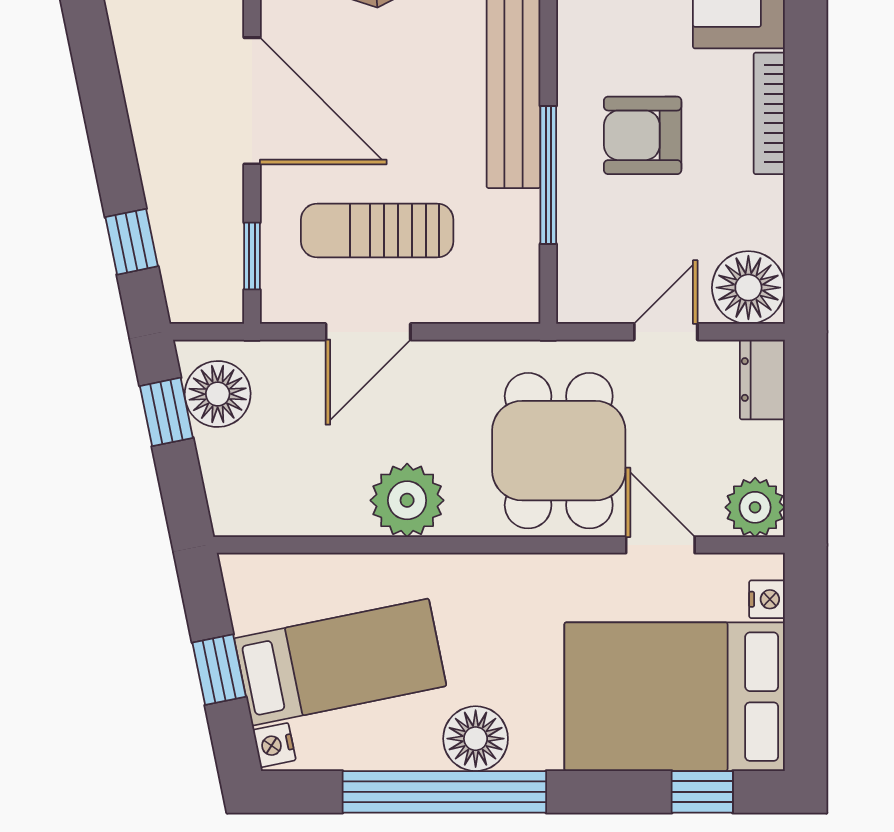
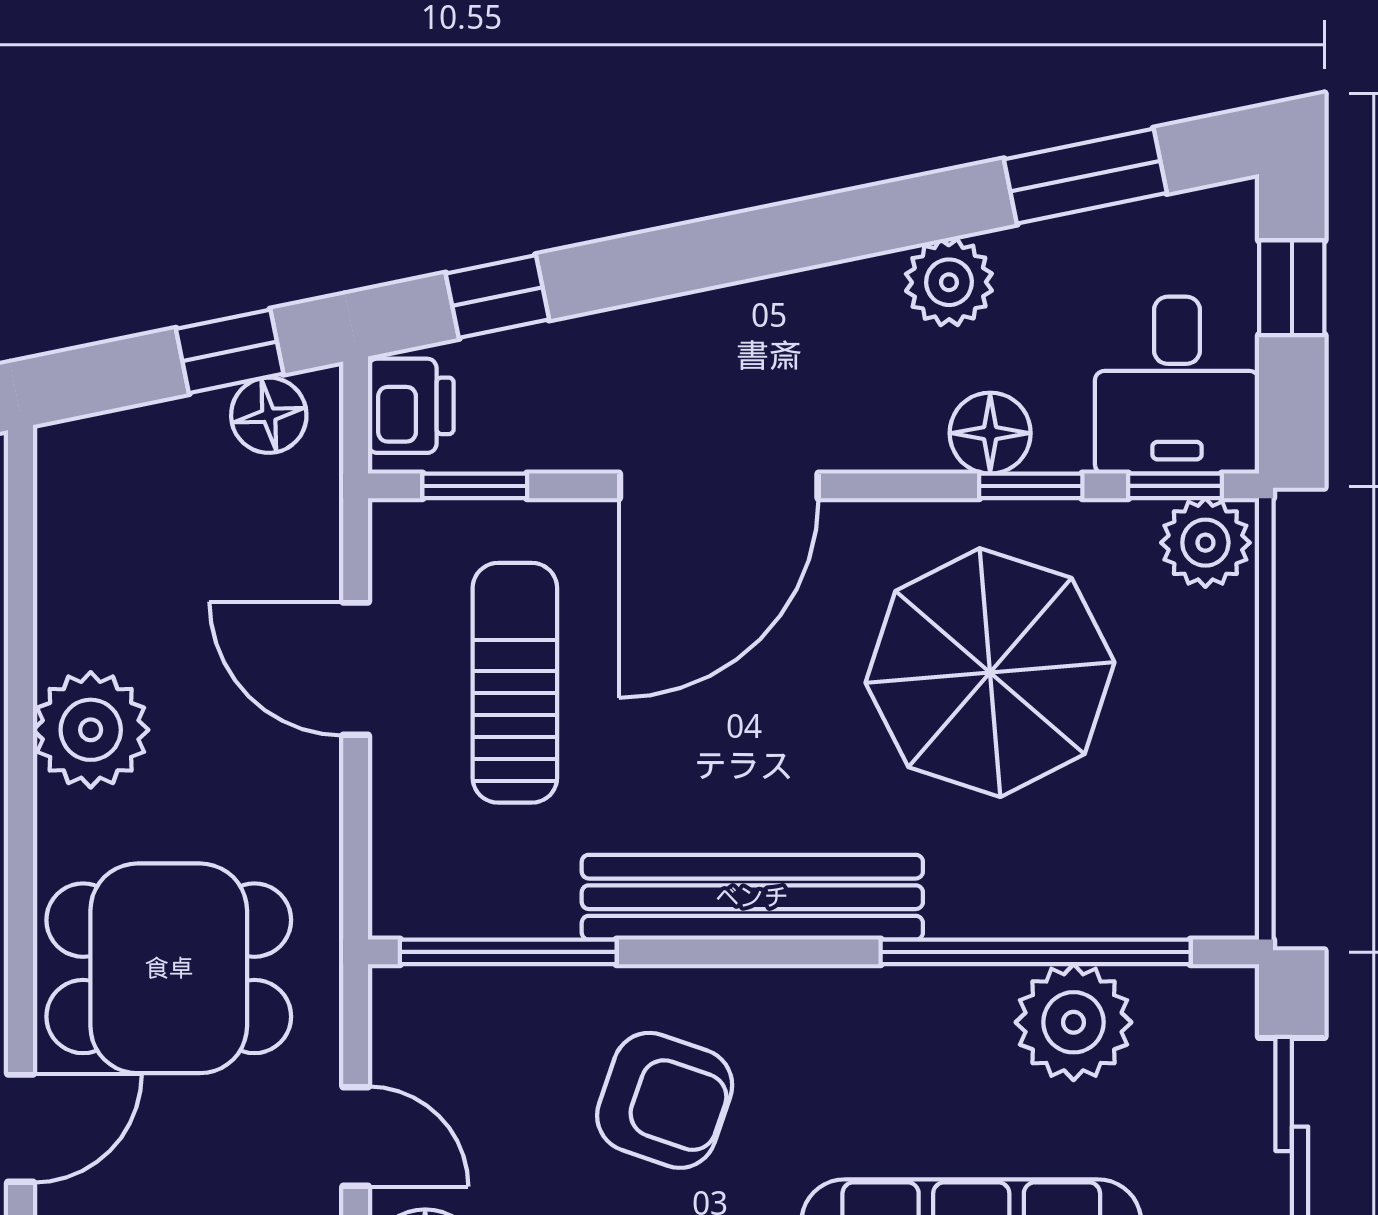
armchair: (643, 135) -> (665, 1100), turned 109
window: (548, 175) -> (508, 952), moved
printer: (201, 297) -> (411, 406), added
floor lamp: (218, 394) -> (269, 415), width x0.73, depth x0.73

